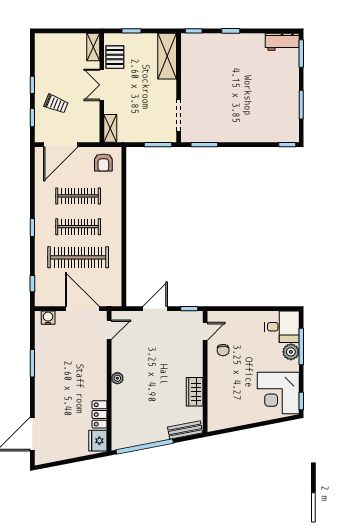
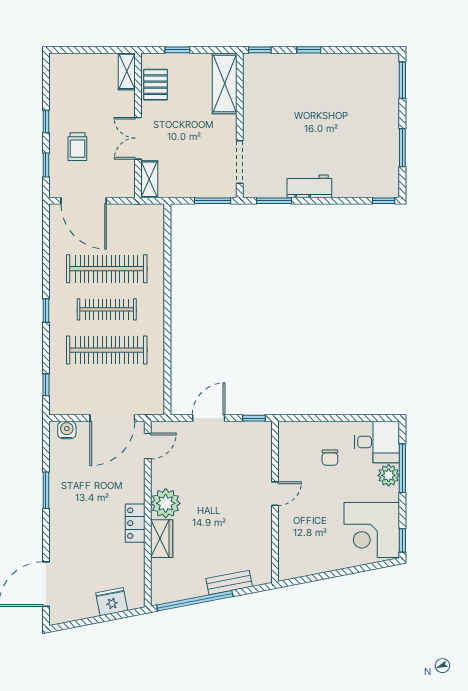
workbench: (282, 42) -> (309, 186), moved, turned 180
double door: (102, 85) -> (138, 138), moved
trolley: (56, 104) -> (77, 147), turned 68
door: (61, 145) -> (84, 201), hinge flipped
armchair: (103, 163) -> (140, 224), removed
clothes rail: (78, 196) -> (107, 269), width x1.37, depth x1.31
door: (82, 309) -> (112, 418), swing flipped
door: (205, 331) -> (275, 494), moved
chair: (223, 350) -> (330, 458), moved
plant: (117, 378) -> (166, 503), width x1.88, depth x1.88
wardrobe: (195, 392) -> (162, 539), moved, turned 180
locker: (100, 414) -> (135, 523), moved
bench: (185, 430) -> (229, 582), moved
fridge: (98, 441) -> (112, 602), moved, turned 79

